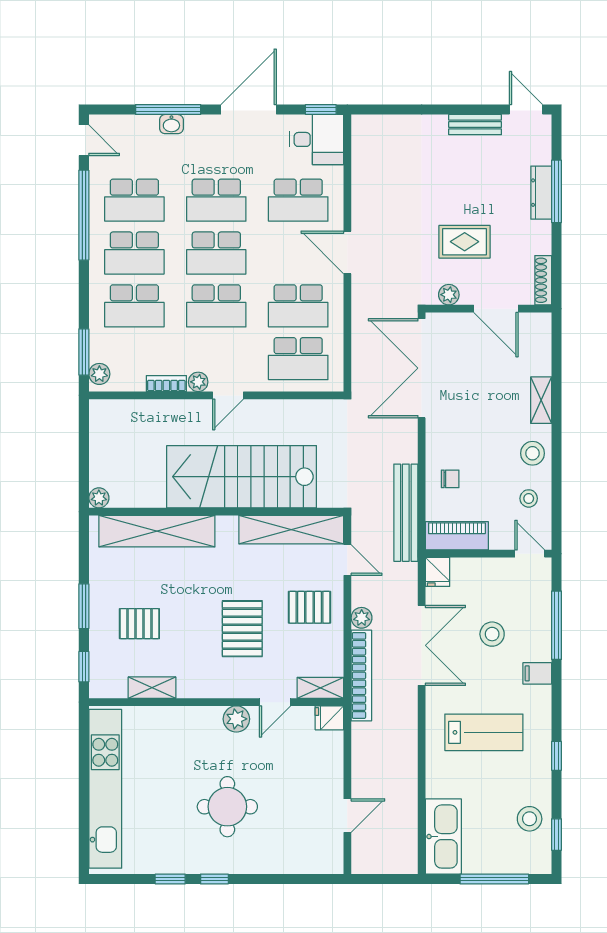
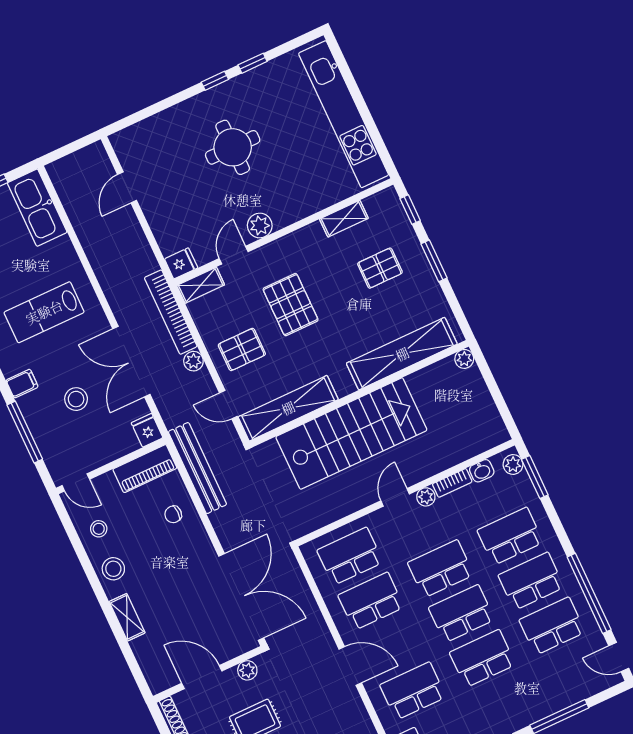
washbasin: (171, 124) -> (482, 471), moved, turned 180

